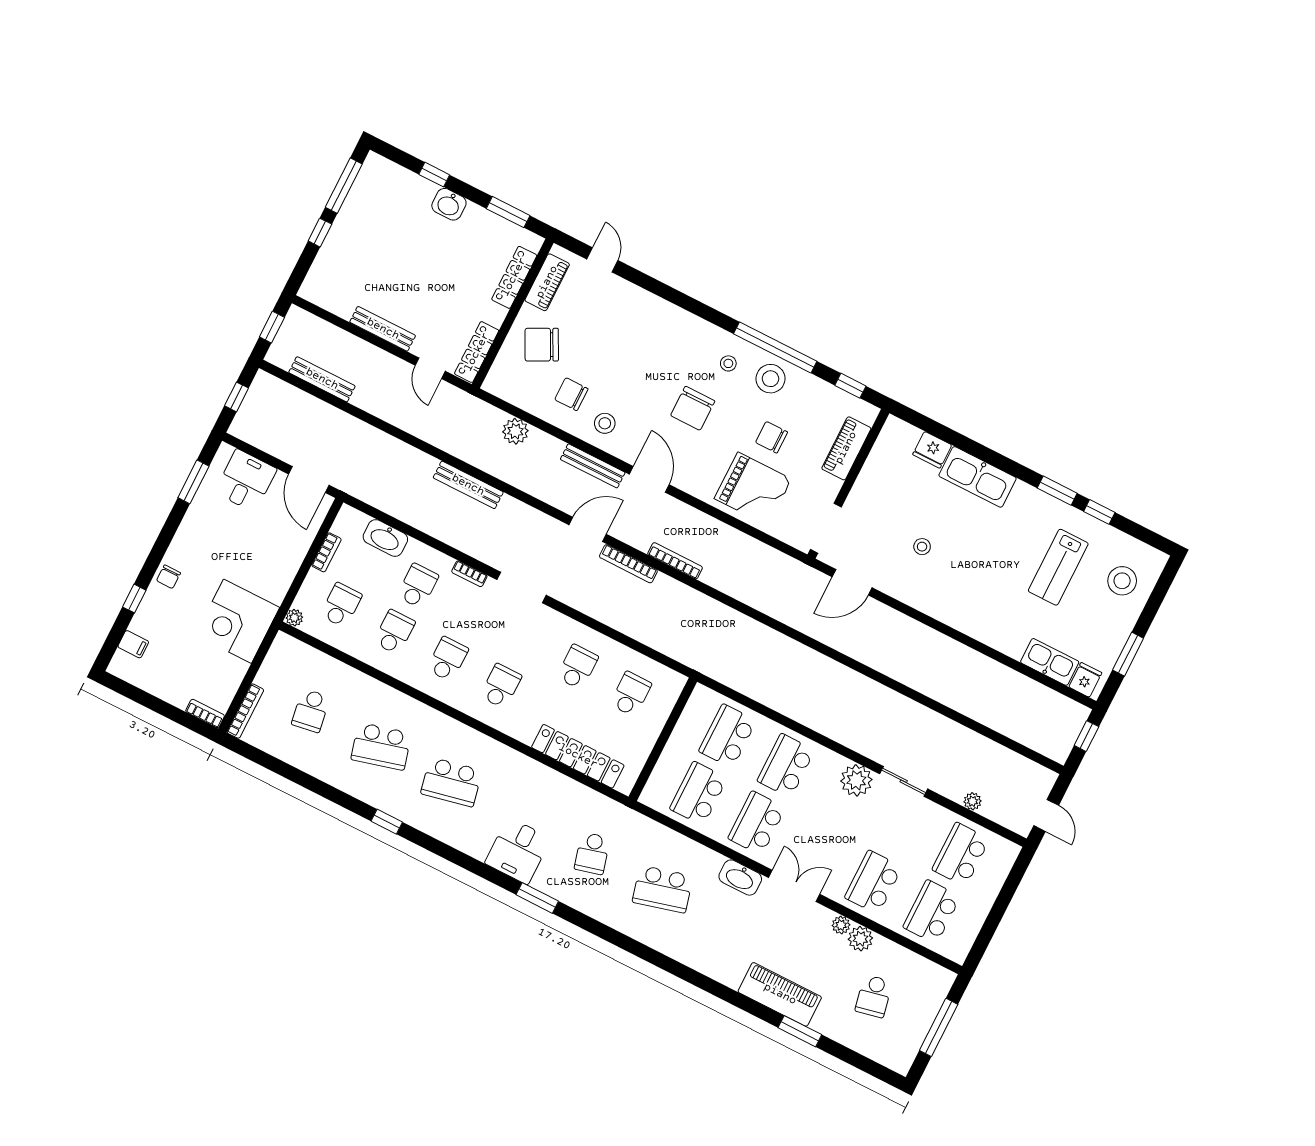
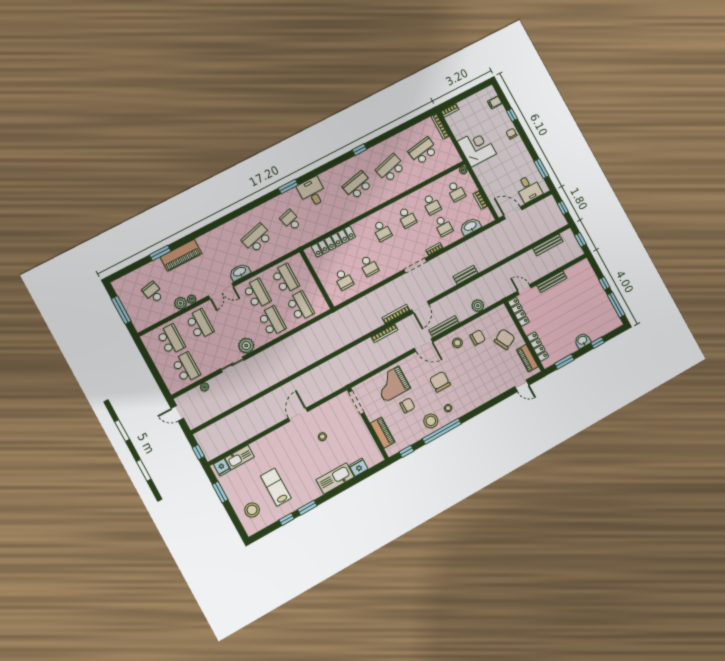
bench: (468, 485) -> (466, 275), width x0.73
door: (852, 582) -> (298, 415), moved
school desk: (311, 711) -> (423, 151), width x1.85

